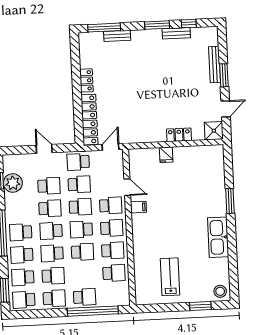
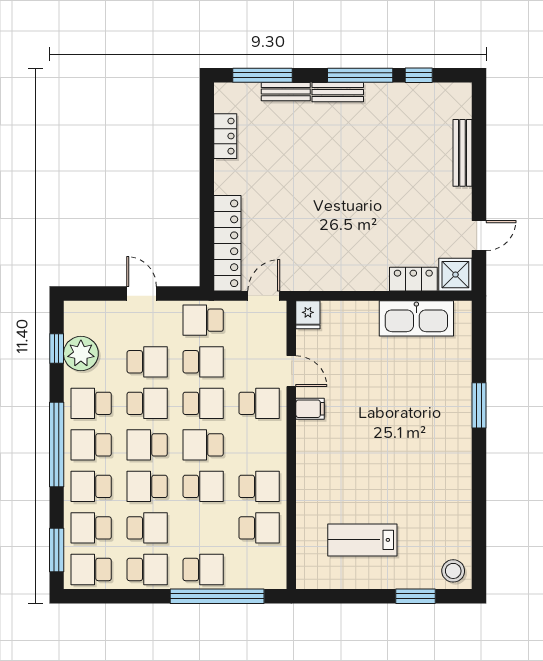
window: (157, 25) -> (360, 75), width x1.44
bench: (176, 33) -> (338, 92), moved
window: (224, 75) -> (479, 173), removed
locker: (86, 80) -> (225, 136), moved
locker: (179, 135) -> (413, 279), moved
fridge: (166, 155) -> (308, 315), moved
school desk: (112, 228) -> (91, 403), moved, turned 180
kitchen sink: (218, 237) -> (416, 318), moved, turned -90
lab bench: (170, 277) -> (362, 540), turned -90

